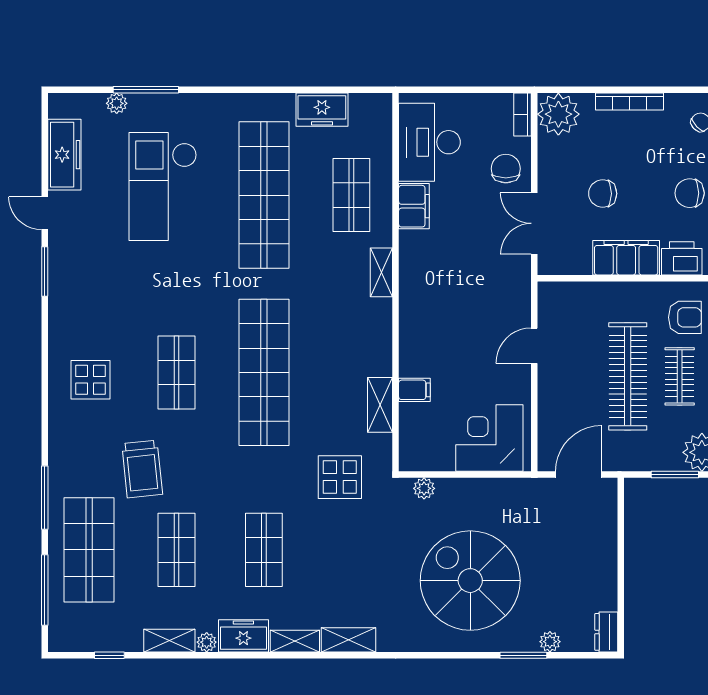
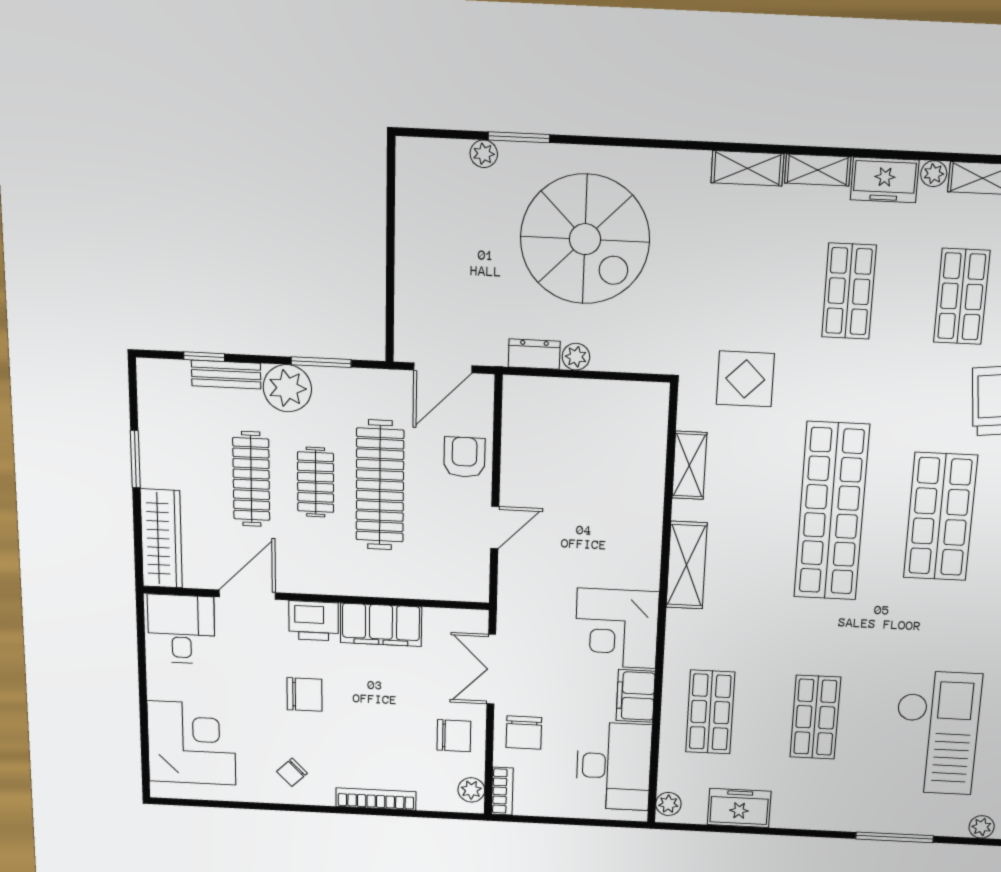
window: (146, 90) -> (895, 837), moved
plant: (382, 110) -> (668, 804), added
plant: (558, 114) -> (471, 790), width x0.53, depth x0.53
chair: (603, 194) -> (454, 736), moved
shop shelf: (264, 195) -> (815, 717), width x0.50, depth x0.74
double door: (534, 223) -> (491, 669), swing flipped
shelving: (381, 272) -> (687, 565), moved, width x1.50, depth x1.33
armchair: (685, 317) -> (464, 457), moved, turned 90
shop shelf: (176, 372) -> (940, 517), width x1.43, depth x1.36
filing cabinet: (414, 390) -> (645, 482), removed
corner desk: (489, 438) -> (617, 628), moved, turned 90
plant: (424, 488) -> (576, 357), moved
dresser: (606, 632) -> (534, 354), moved, turned -90

